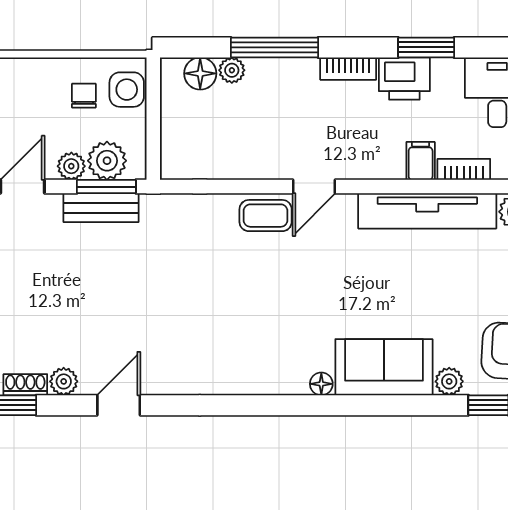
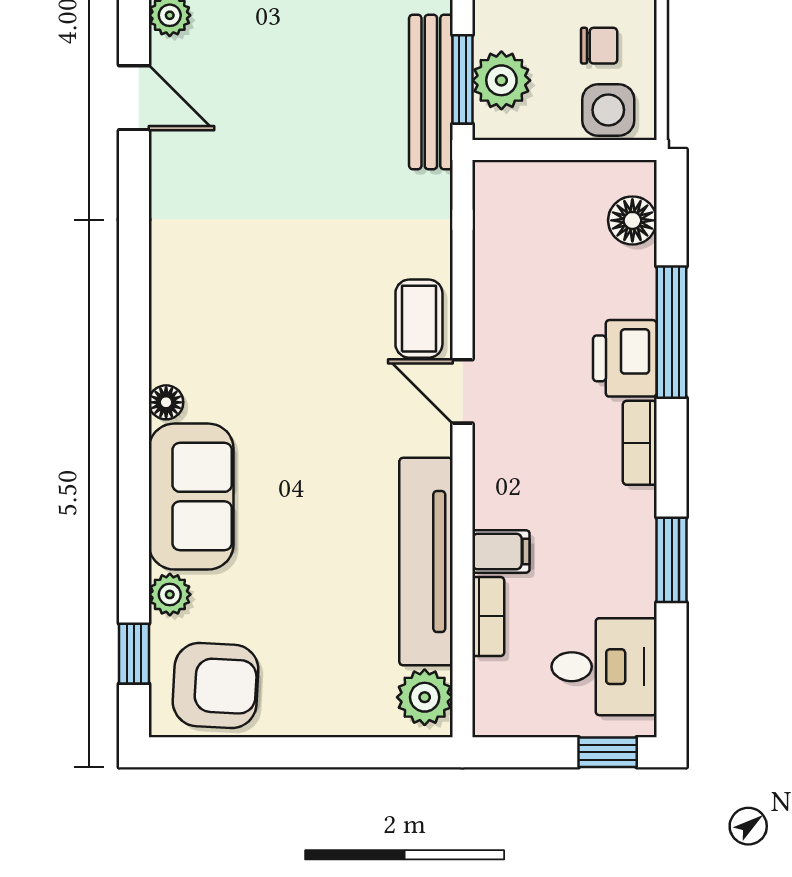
plant: (232, 70) -> (637, 268), removed
printer: (404, 79) -> (625, 358), moved
plant: (71, 166) -> (493, 27), removed
bench: (101, 208) -> (431, 92), width x1.36

